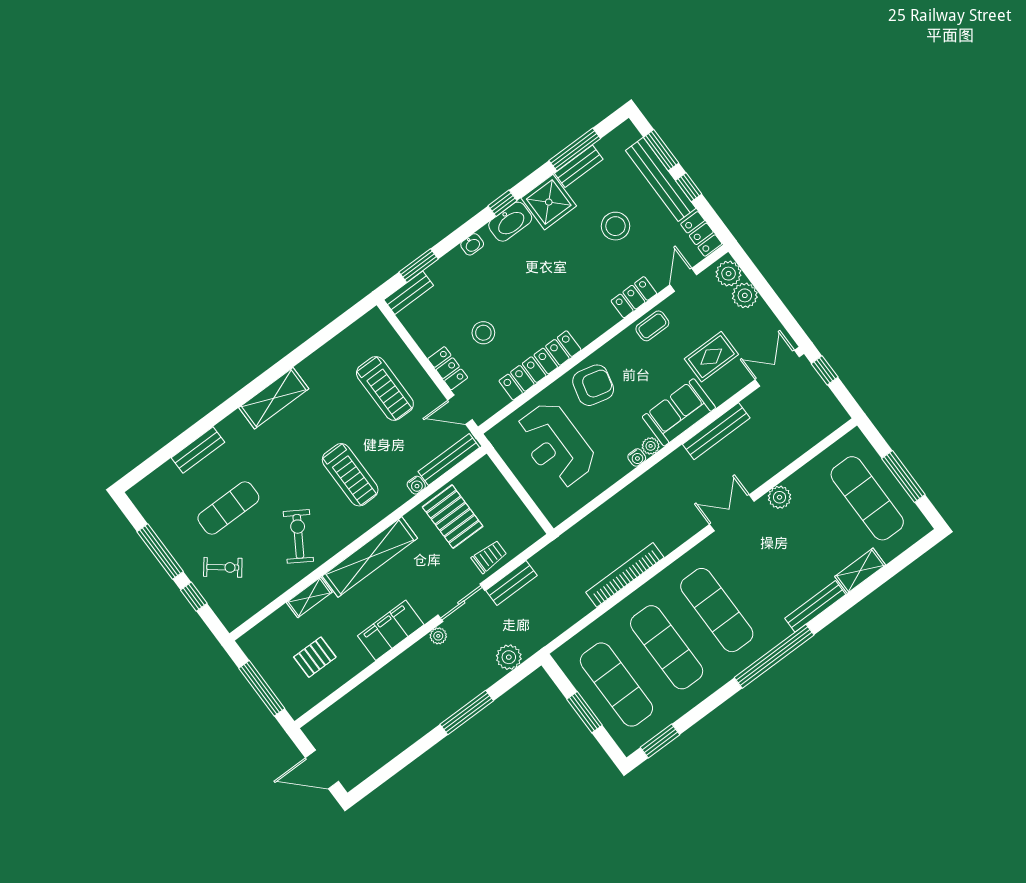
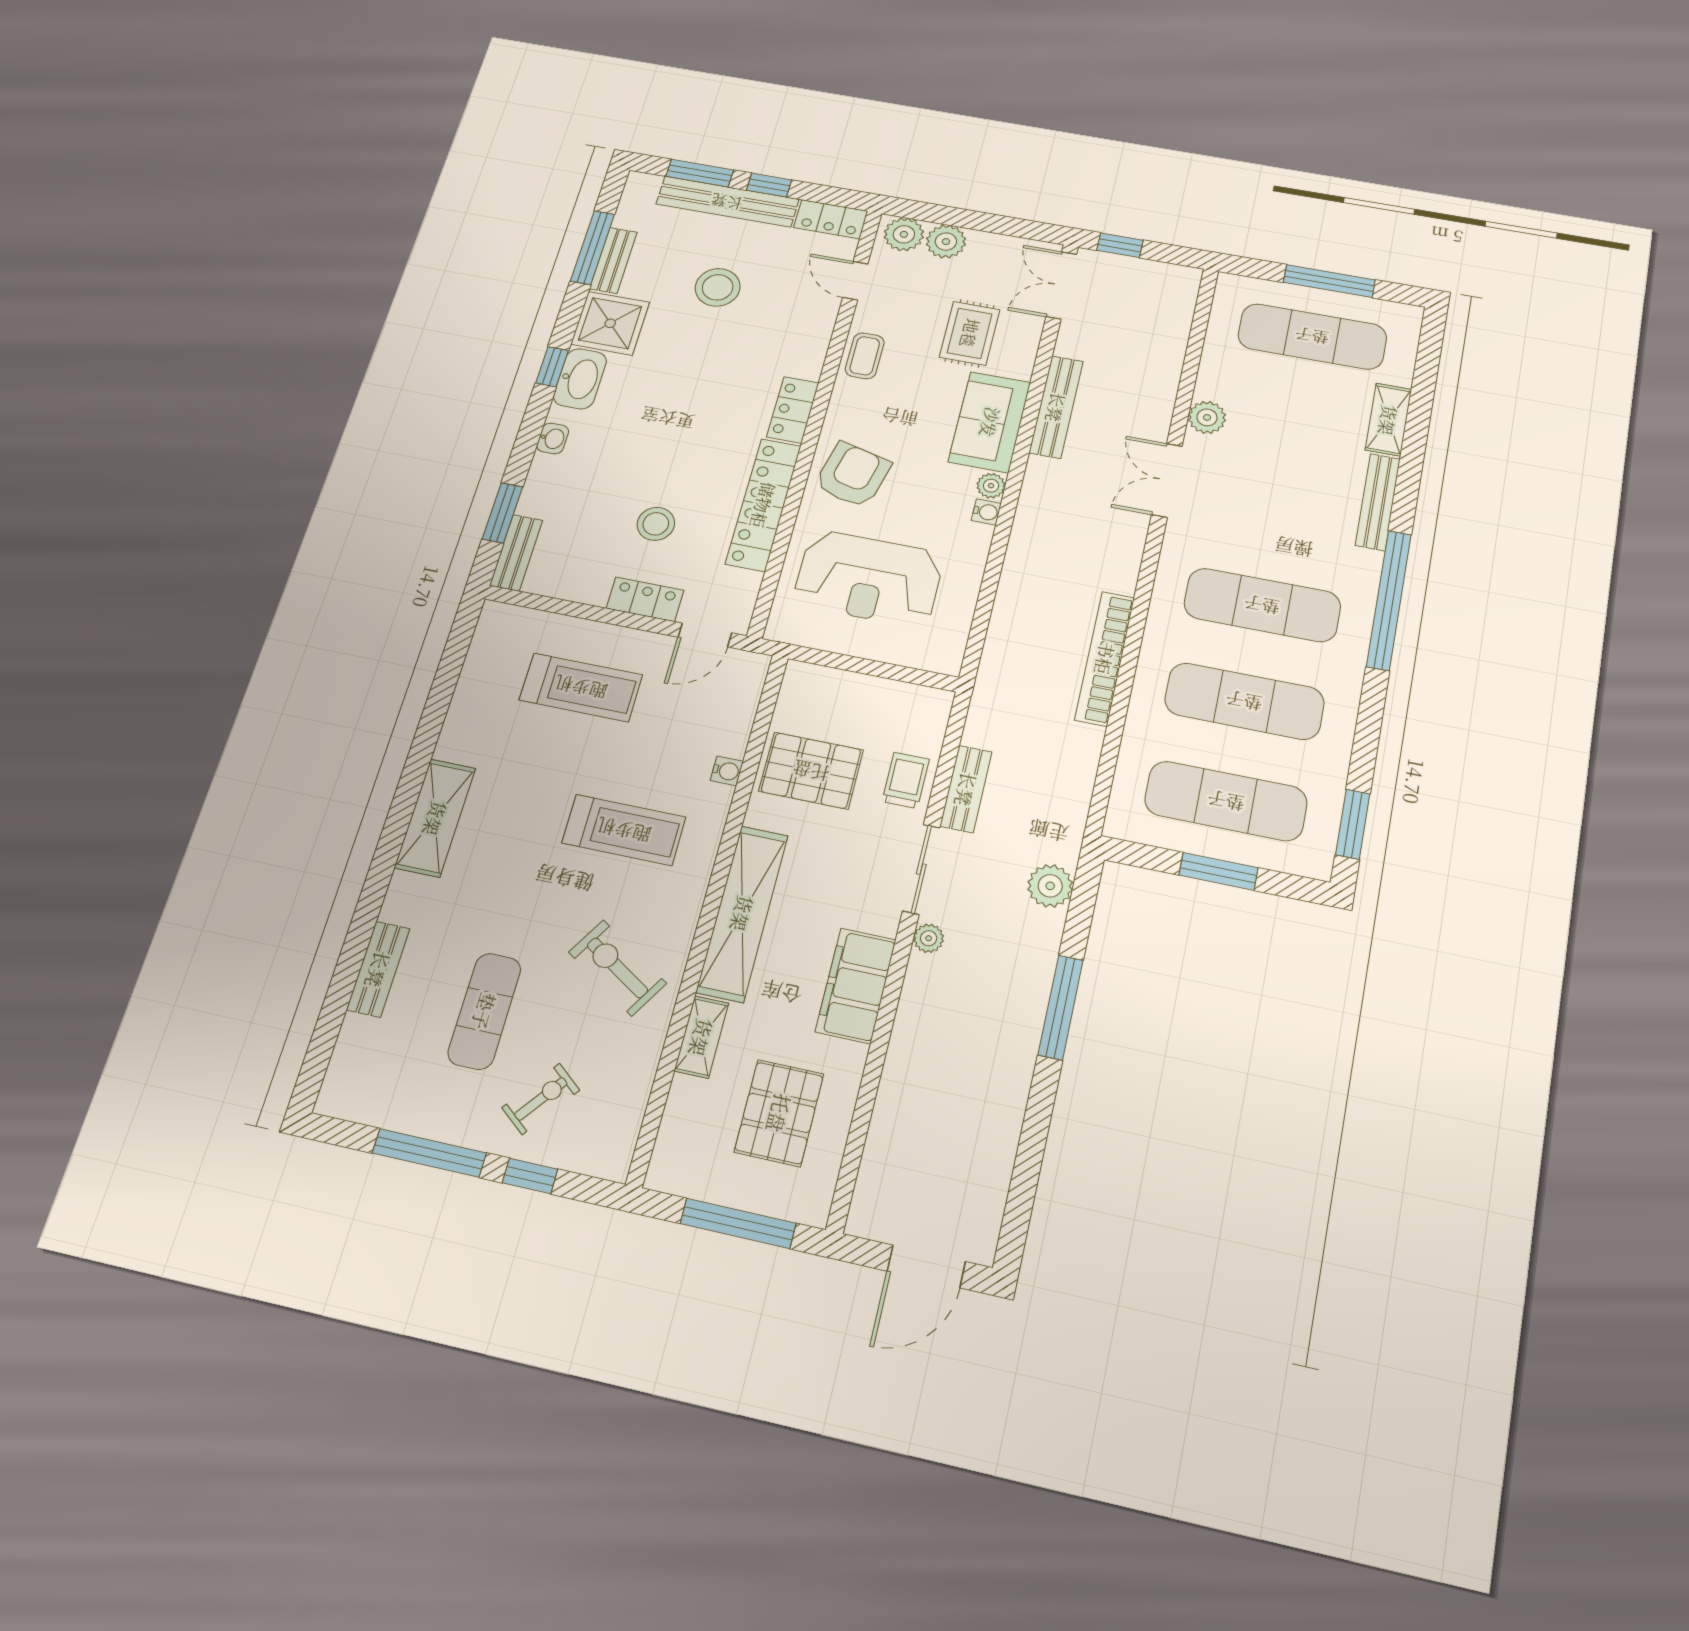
locker: (634, 297) -> (793, 410), moved
bench: (449, 459) -> (743, 705), removed
pallet: (315, 657) -> (779, 1113), width x1.50, depth x1.42

